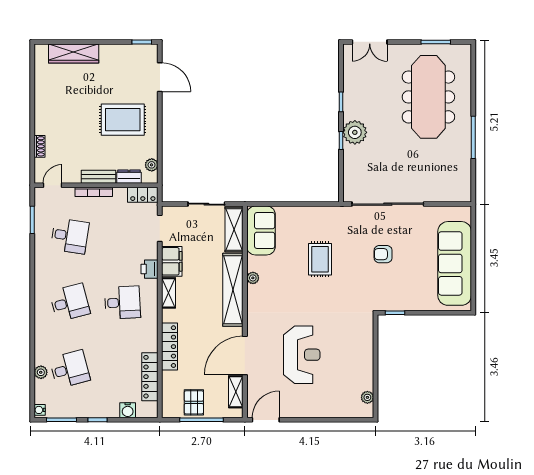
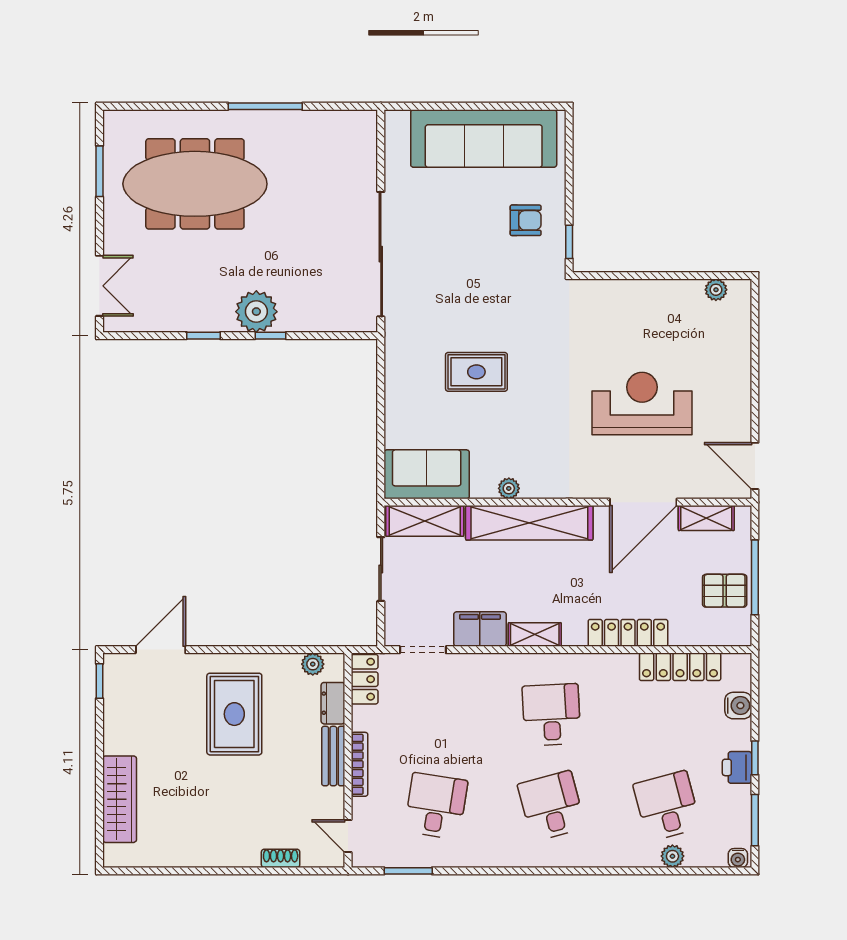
armchair: (383, 254) -> (526, 220), moved, turned -90
printer: (150, 269) -> (737, 767), moved, turned 90
door: (245, 355) -> (643, 502), hinge flipped

